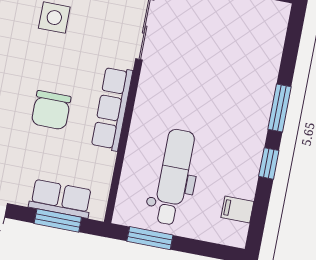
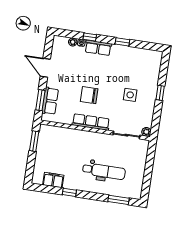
window: (279, 108) -> (119, 200), moved
dental chair: (174, 177) -> (104, 171), moved
filing cabinet: (237, 209) -> (53, 180), width x2.00

